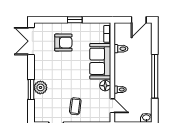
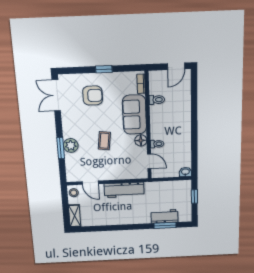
window: (155, 76) -> (194, 128), removed
coffee table: (75, 106) -> (104, 141), moved

